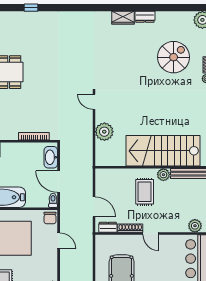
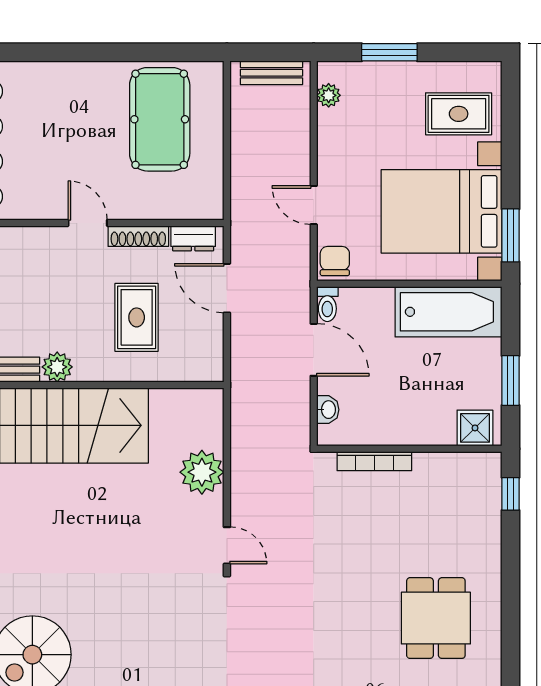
washbasin: (51, 157) -> (328, 410), width x0.52, depth x0.69
rug: (145, 192) -> (137, 317), moved

